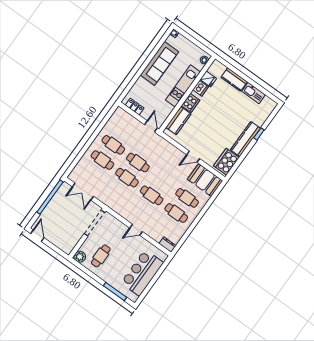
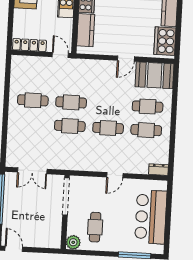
locker: (135, 107) -> (29, 45), width x1.53
cafe table: (102, 160) -> (32, 124), removed

